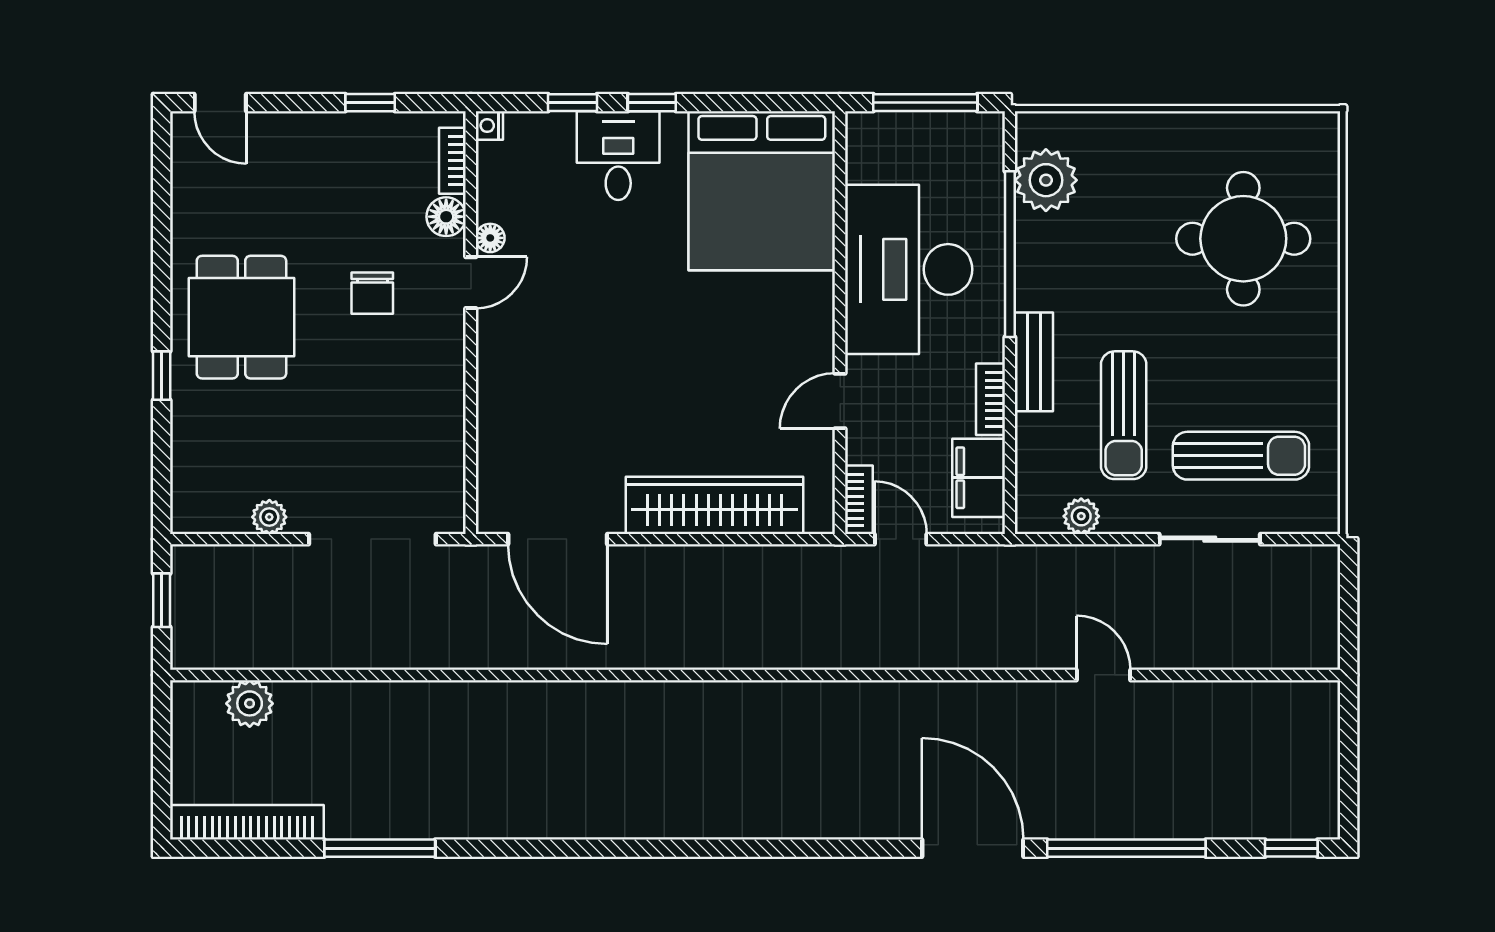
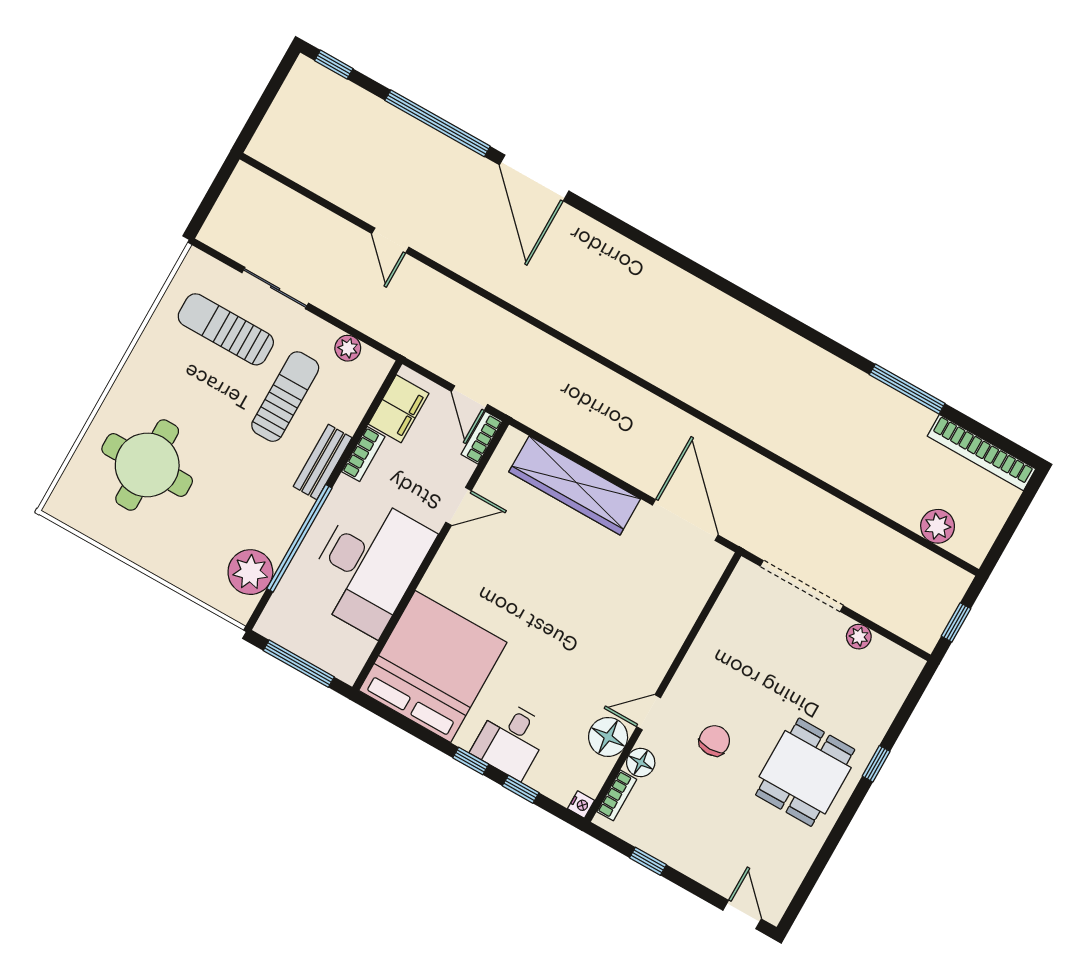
floor lamp: (490, 238) -> (608, 737), width x1.89, depth x1.89

